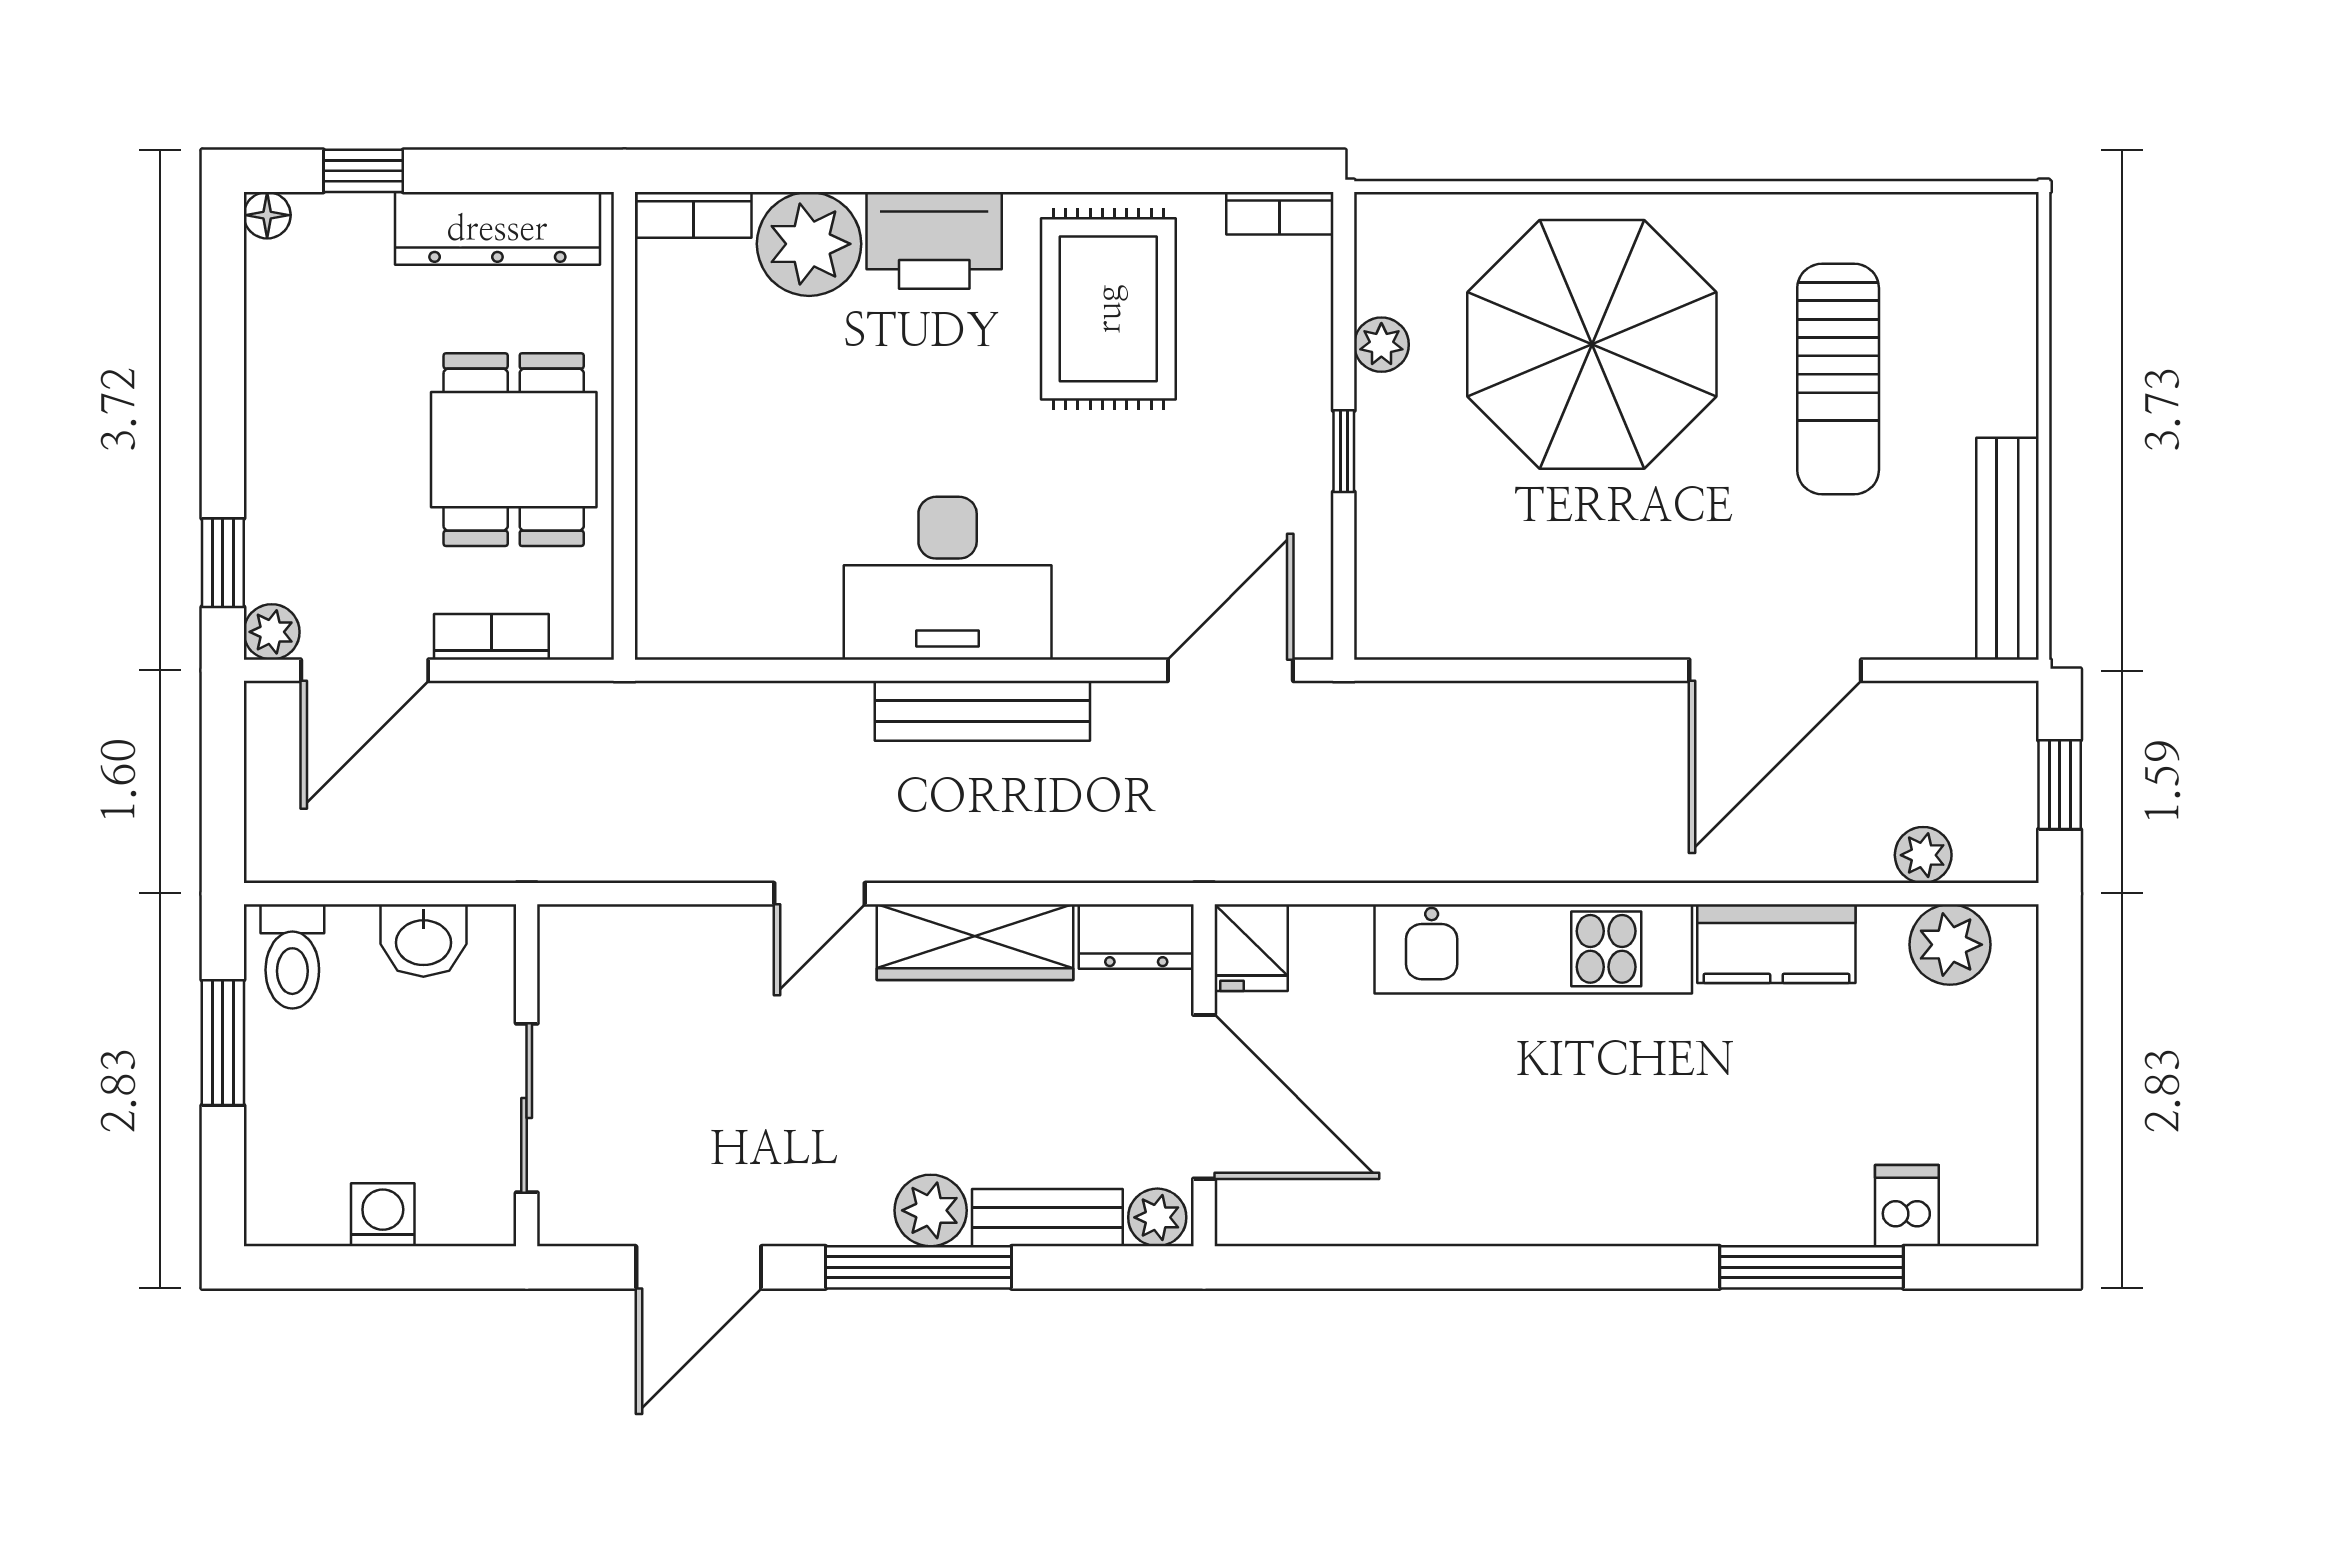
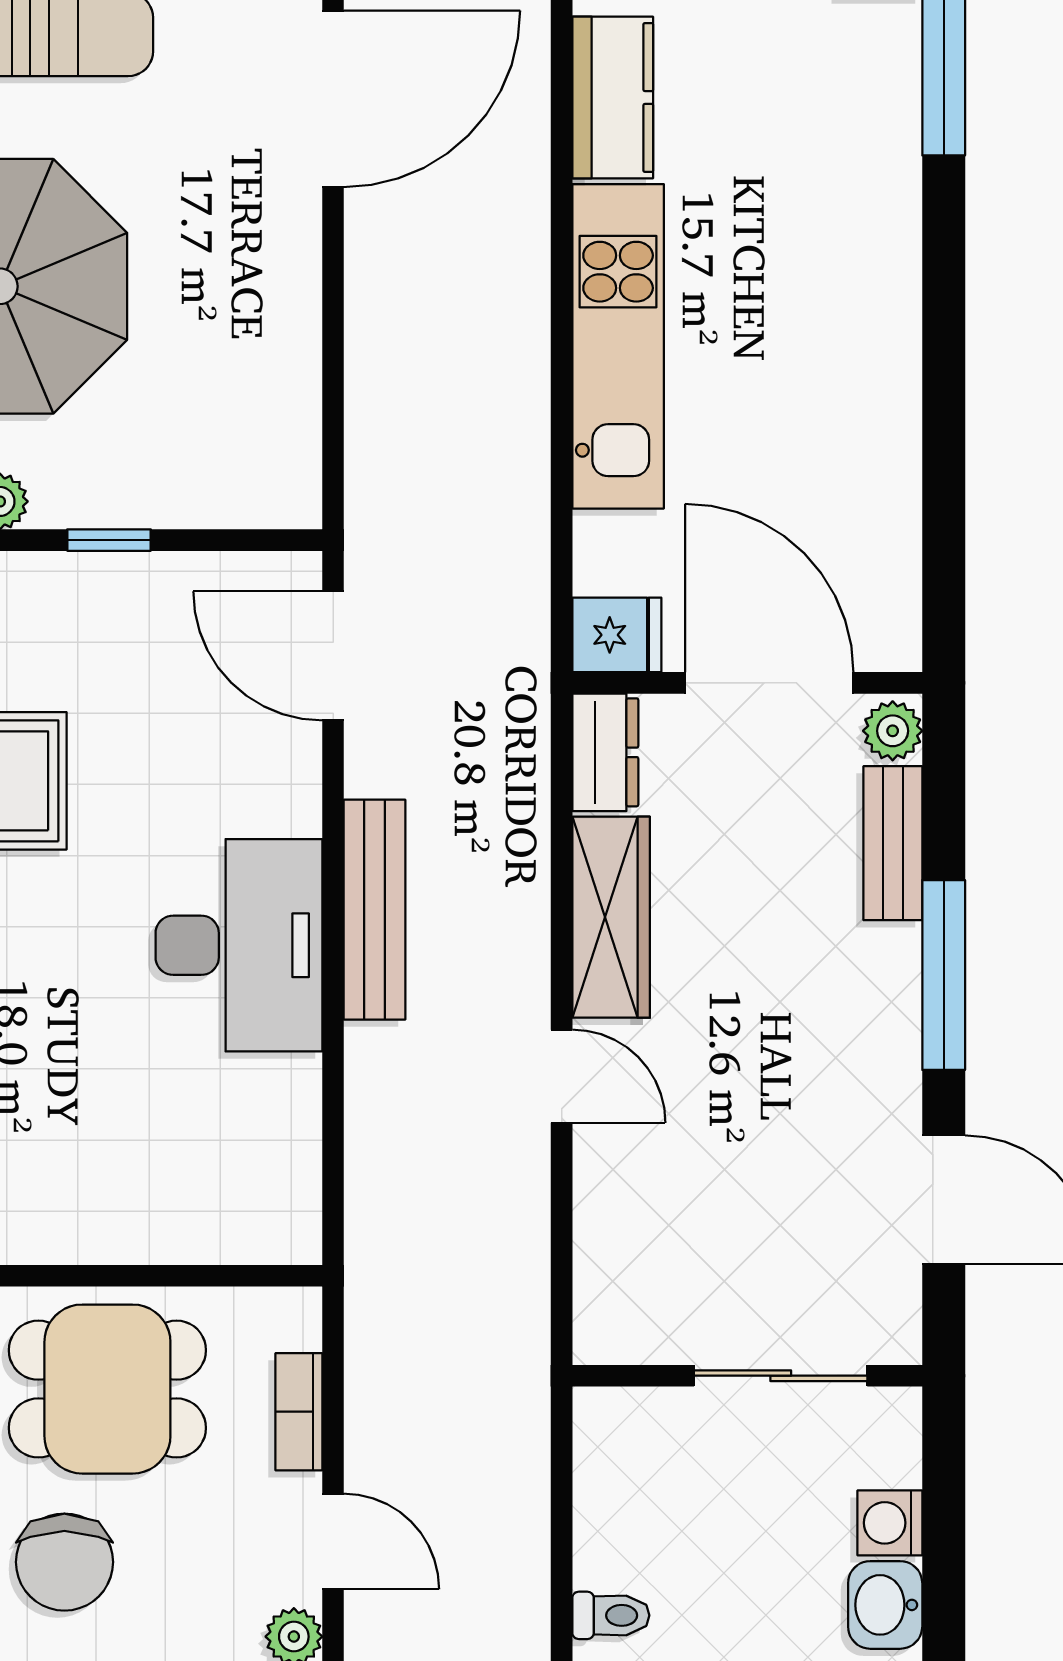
chair: (344, 408) -> (64, 1562), added
door: (365, 670) -> (333, 1541), width x0.73
door: (1775, 670) -> (333, 99), hinge flipped
washbasin: (423, 940) -> (885, 1605), moved, turned 180
toilet: (292, 956) -> (611, 1615), width x0.73, depth x0.72
door: (1204, 1097) -> (769, 683), hinge flipped
plant: (931, 1210) -> (886, 963), removed

